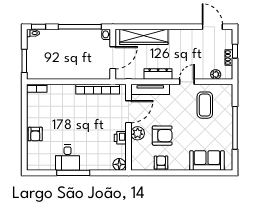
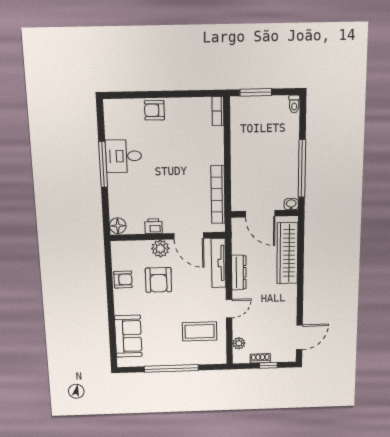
window: (38, 27) -> (303, 112), removed
door: (187, 82) -> (229, 309), hinge flipped

